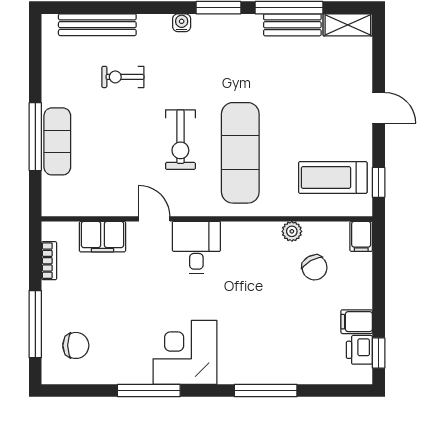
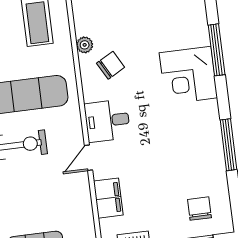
chair: (315, 267) -> (111, 65), moved
corner desk: (185, 352) -> (188, 75), moved

